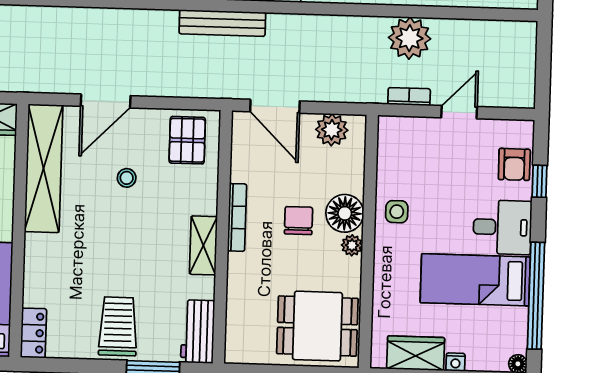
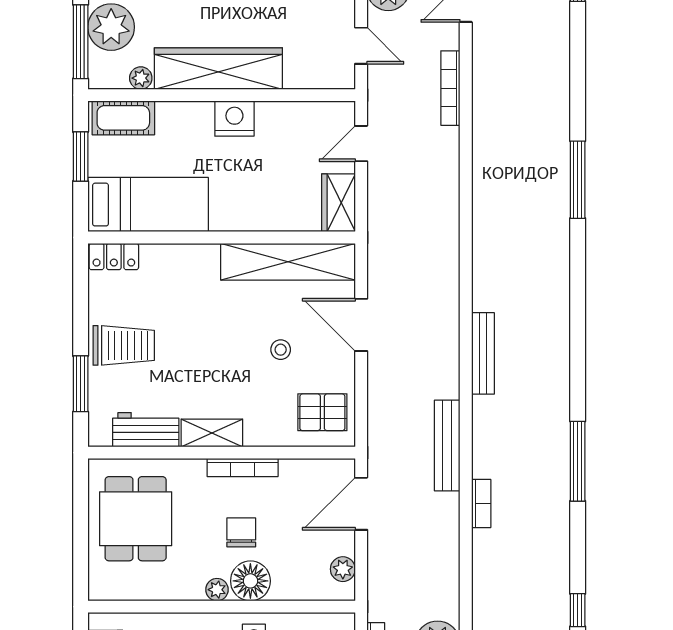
plant: (332, 130) -> (343, 569), width x0.73, depth x0.73
chair: (298, 221) -> (241, 532), turned -90
dining table: (317, 326) -> (136, 519), moved
workbench: (198, 332) -> (146, 430), moved

